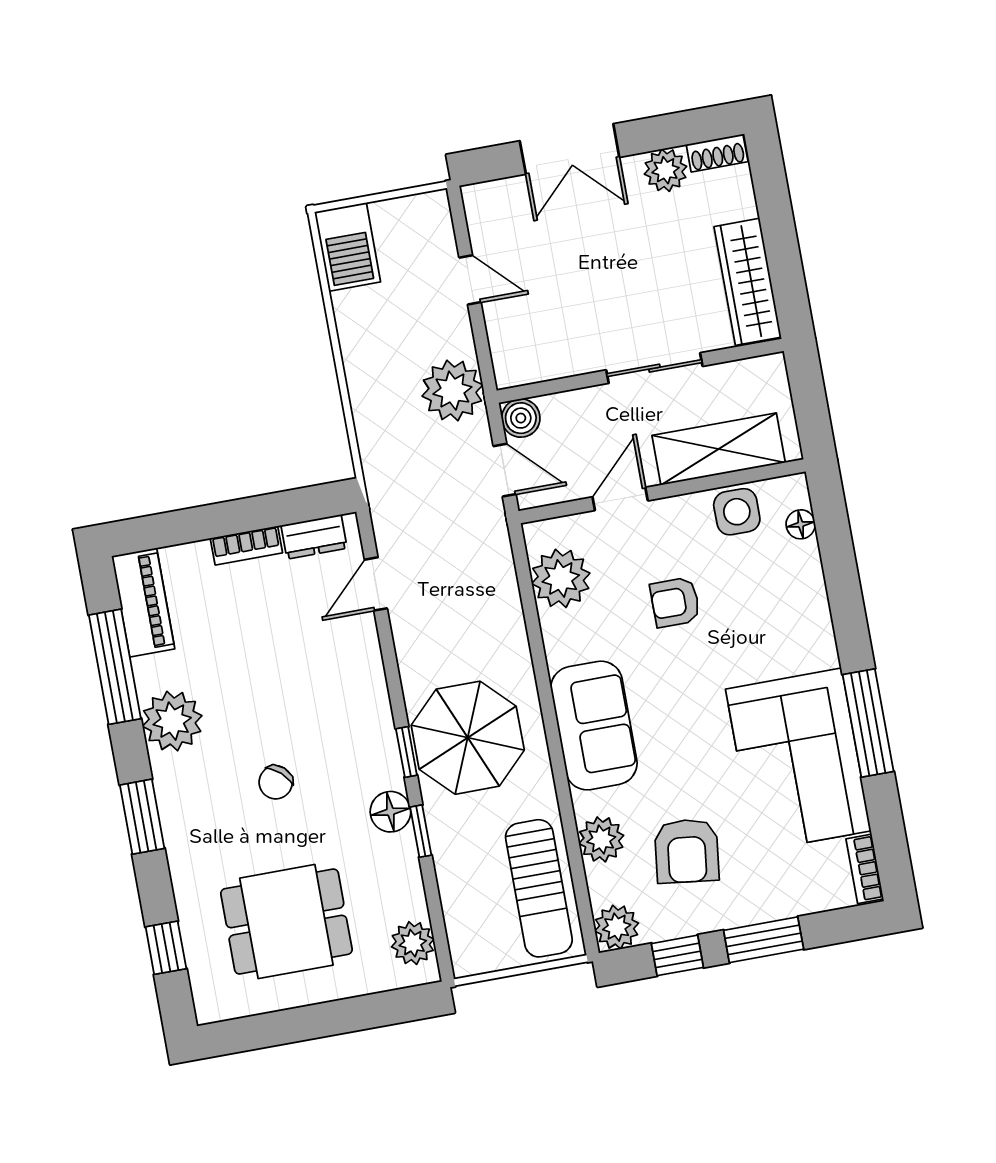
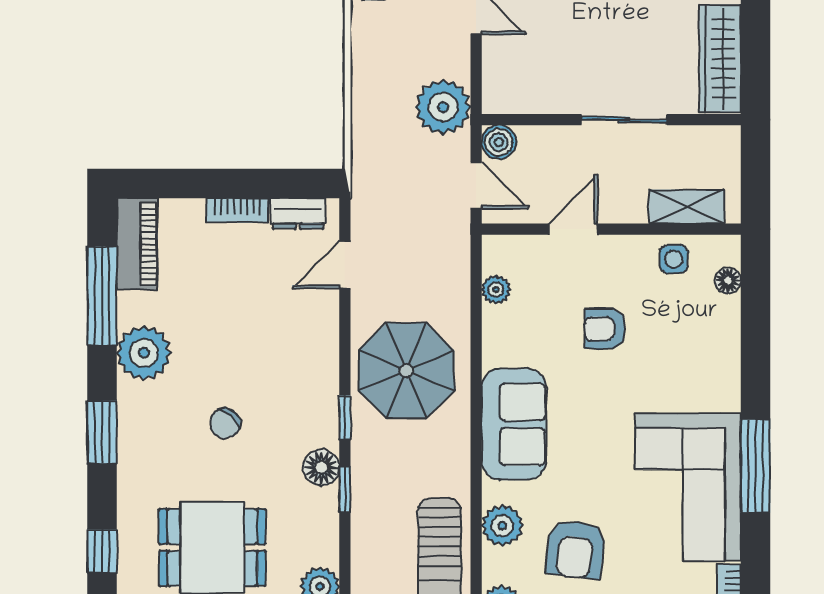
shelving: (719, 449) -> (687, 207), width x0.67, depth x0.75
side table: (737, 512) -> (674, 259), width x0.73, depth x0.73
plant: (561, 578) -> (496, 290), width x0.53, depth x0.53
parasol: (468, 738) -> (406, 371), moved

